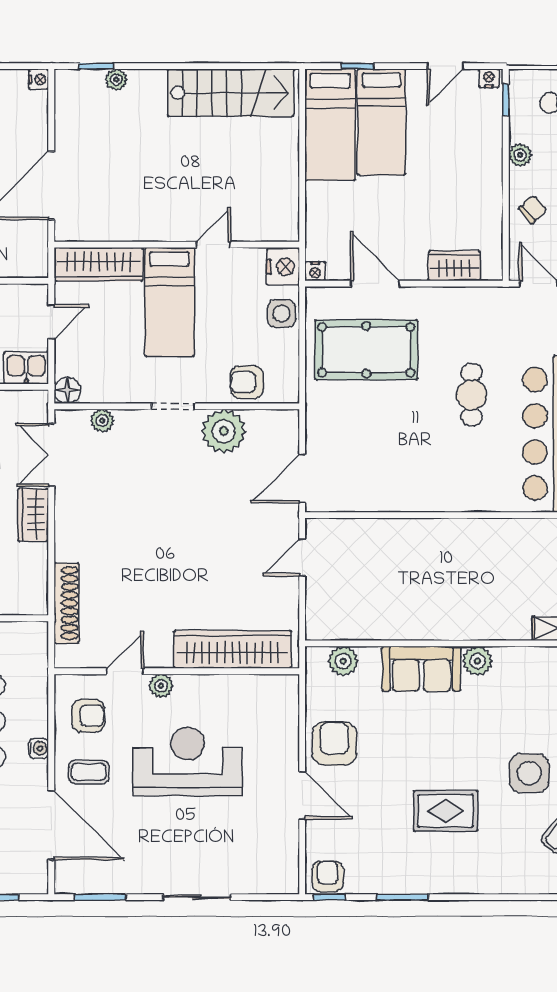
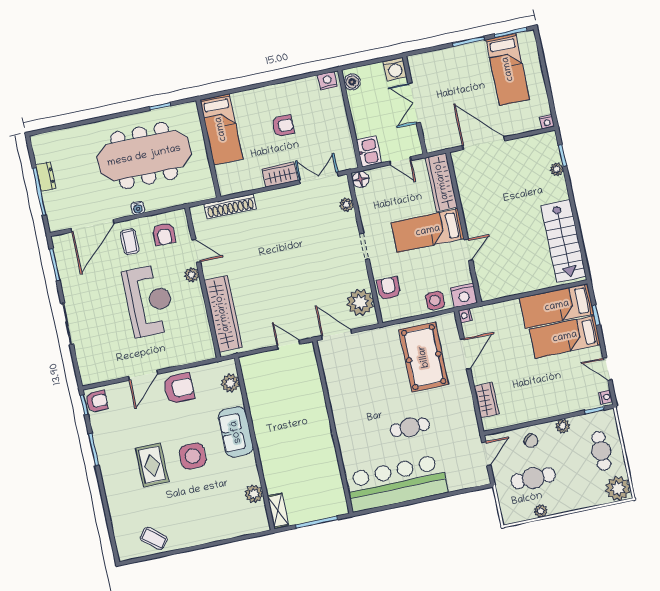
door: (213, 245) -> (468, 250), hinge flipped
plant: (224, 431) -> (360, 302), moved
plant: (478, 661) -> (254, 494), moved
side table: (529, 773) -> (193, 456), moved

